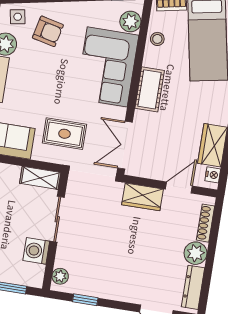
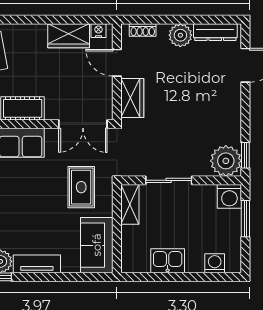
shoe rack: (206, 223) -> (143, 30), width x0.70
washing machine: (36, 251) -> (229, 196), moved
plant: (60, 276) -> (226, 161), width x1.88, depth x1.88
window: (85, 300) -> (245, 155), moved

